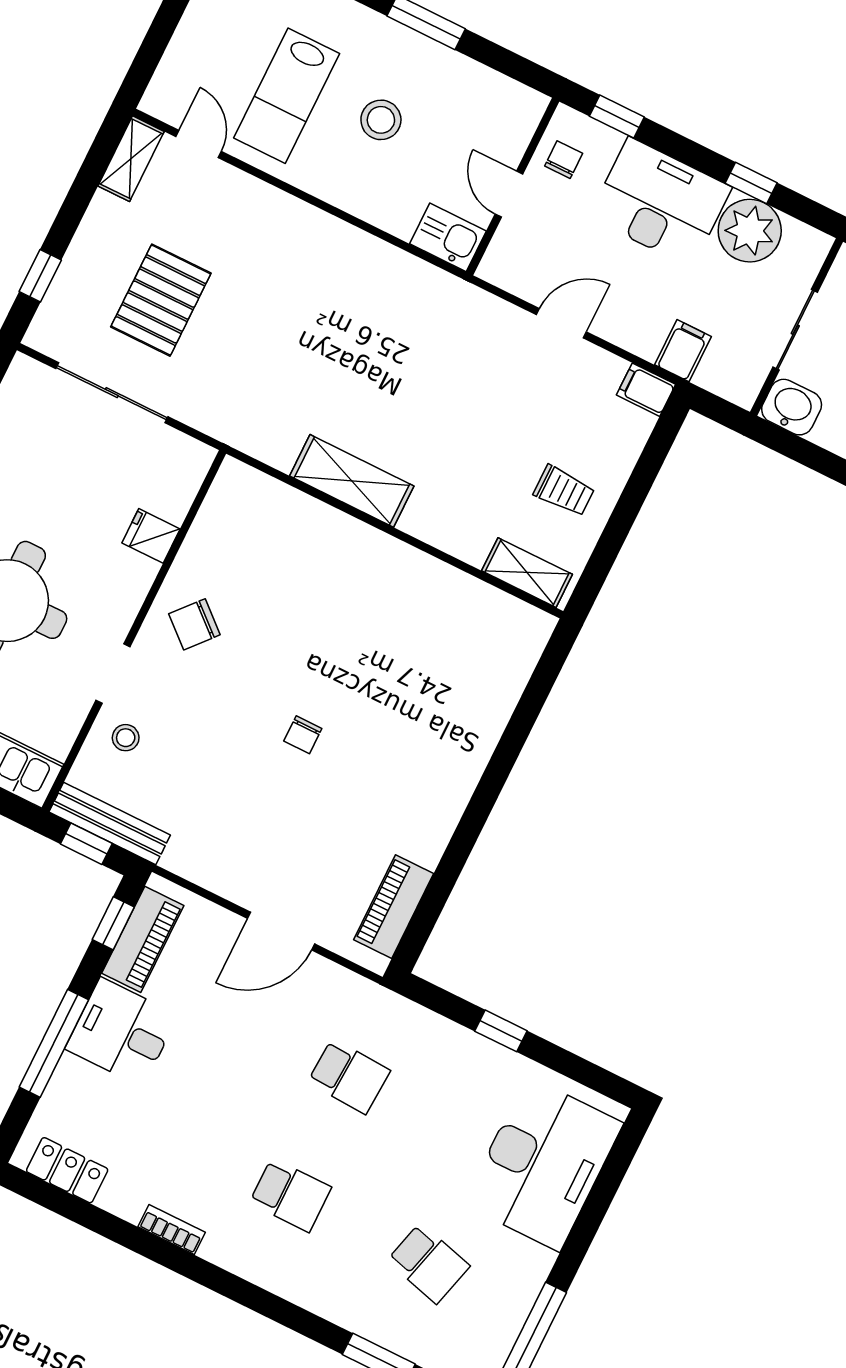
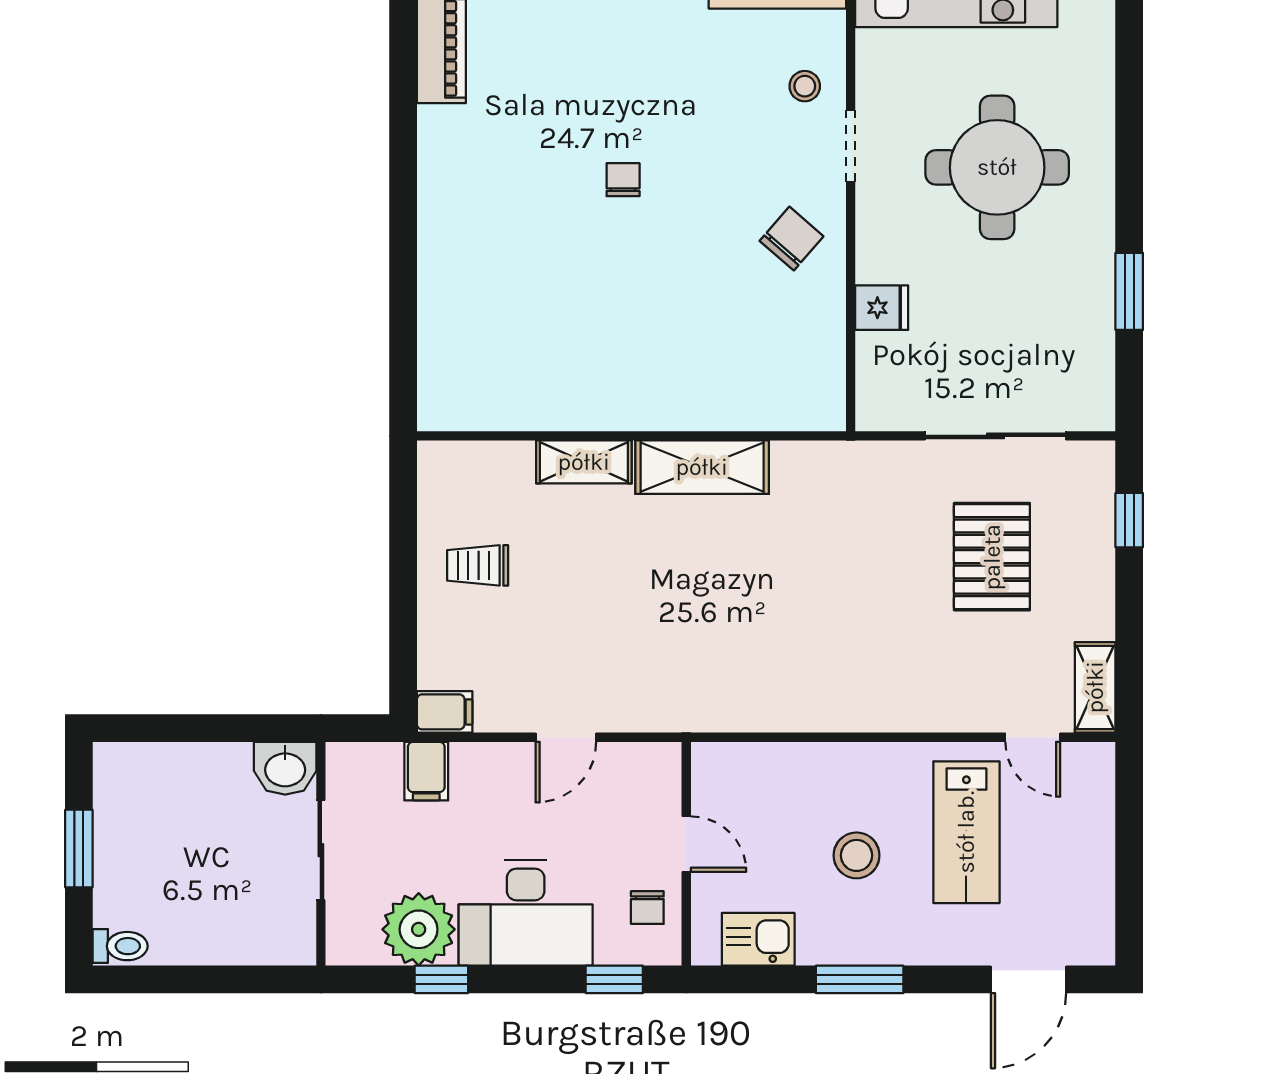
lab bench: (287, 96) -> (966, 832), turned 180
kitchen sink: (448, 237) -> (758, 939), moved, turned 180
shelving: (527, 573) -> (584, 462), moved

